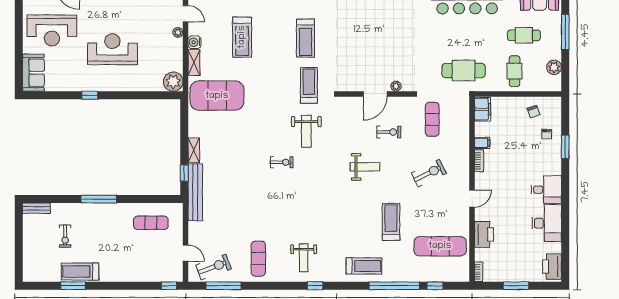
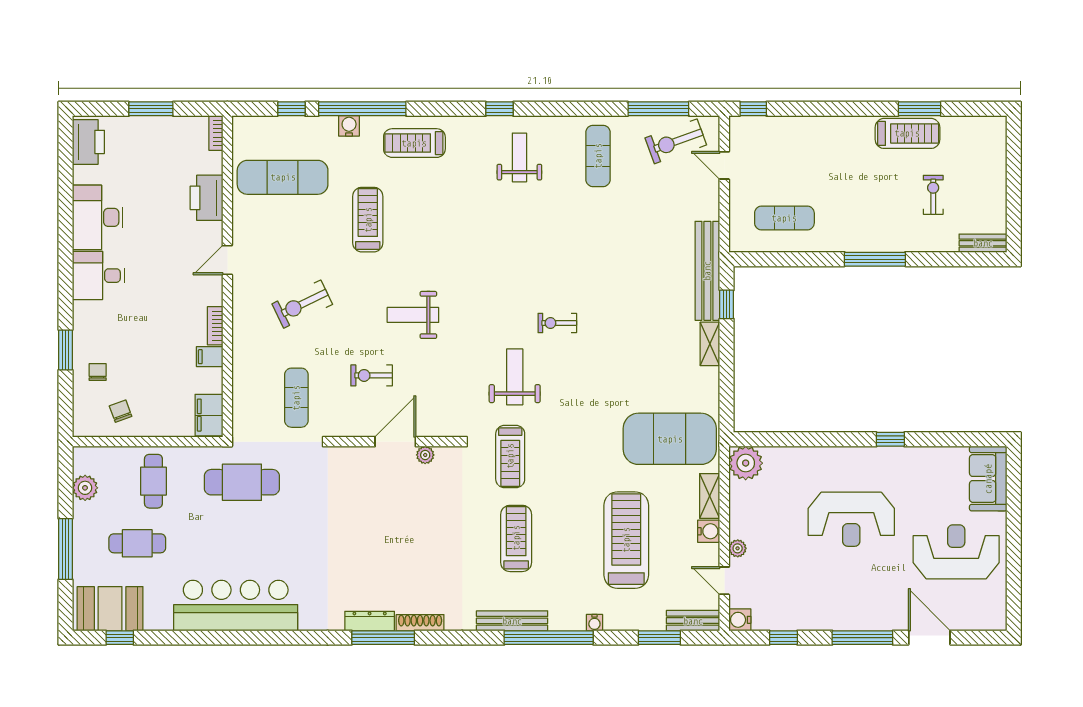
treadmill: (242, 37) -> (626, 540), width x1.37, depth x1.37
plant: (396, 86) -> (425, 455), moved
treadmill: (391, 222) -> (368, 220), turned 180
water cooler: (402, 276) -> (349, 126), added

